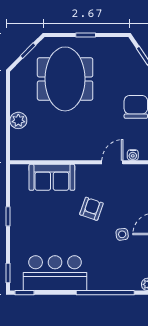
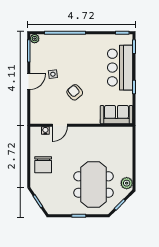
plant: (18, 120) -> (127, 183), moved
sofa: (52, 177) -> (116, 115), moved
armchair: (91, 209) -> (75, 92), turned 121
bar counter: (55, 273) -> (120, 68), moved, turned 90

